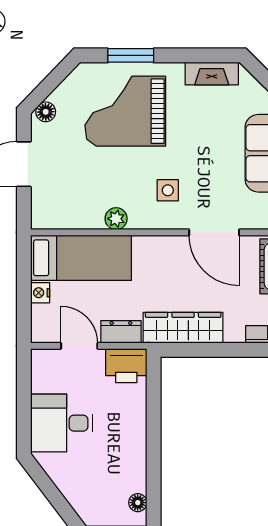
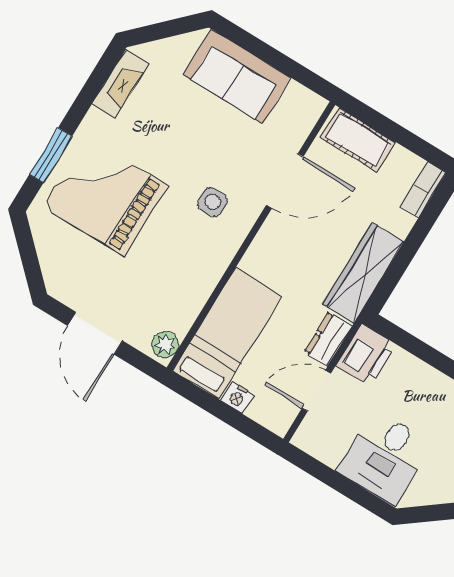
grand piano: (125, 111) -> (105, 196), turned 90
floor lamp: (46, 112) -> (55, 278), removed
plant: (116, 219) -> (165, 344), moved

